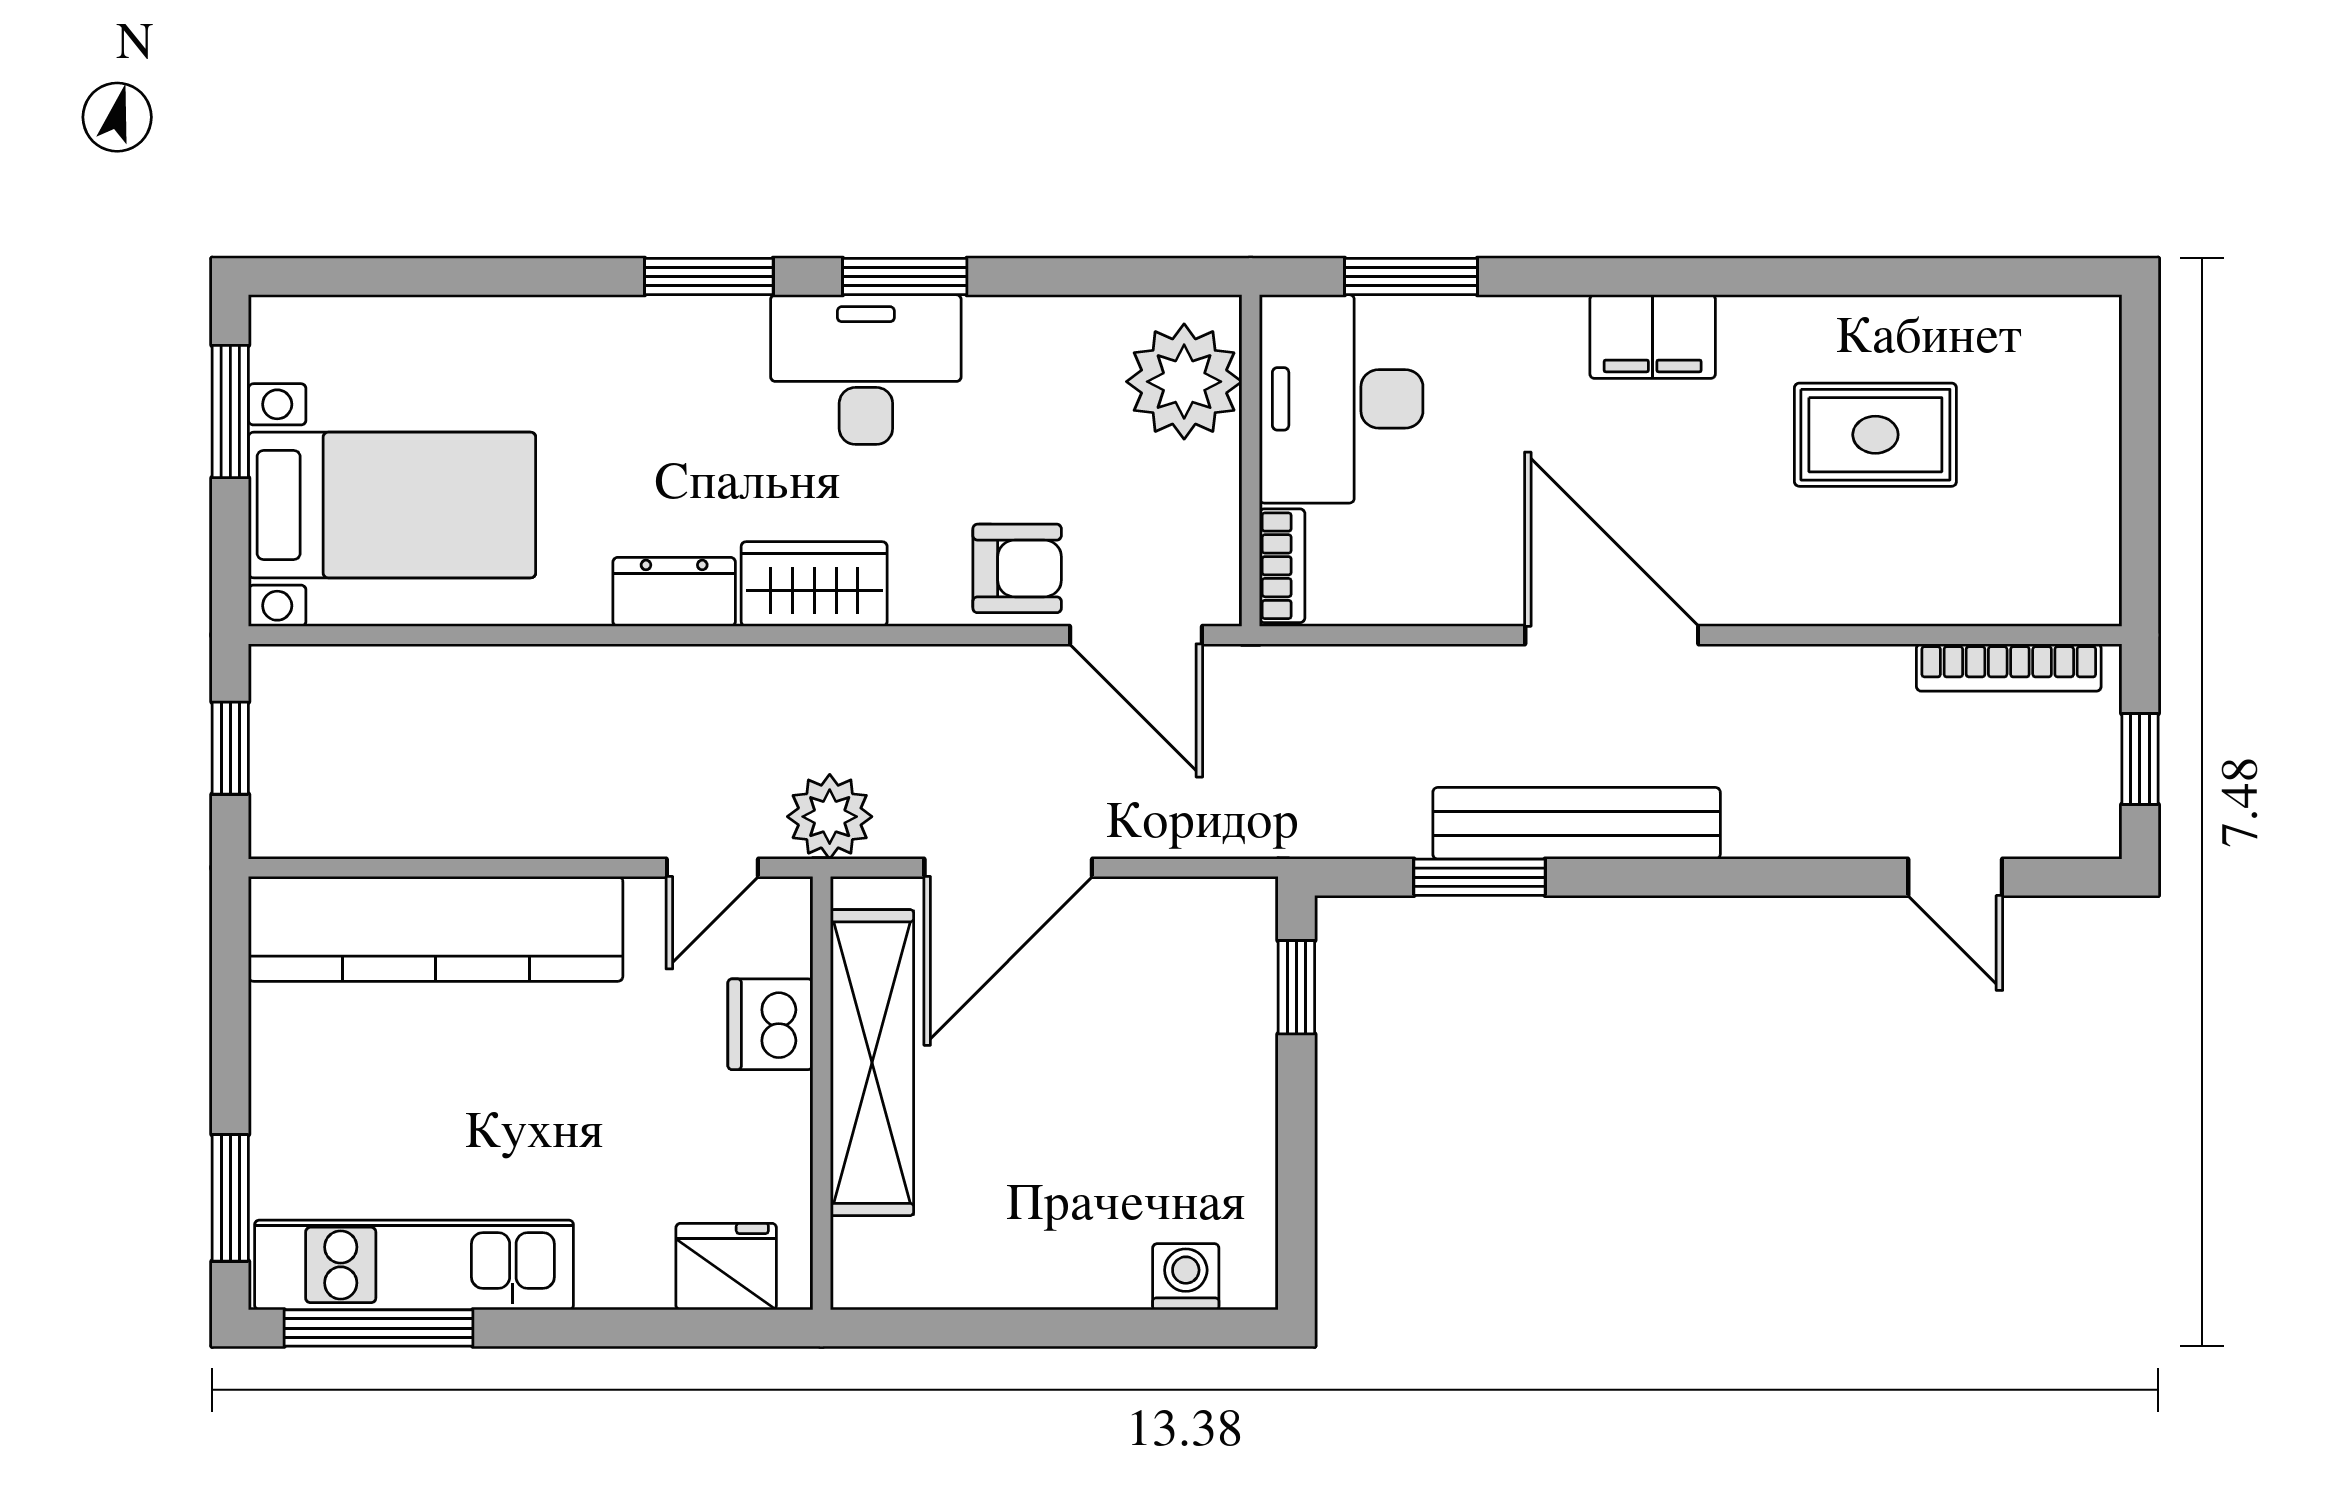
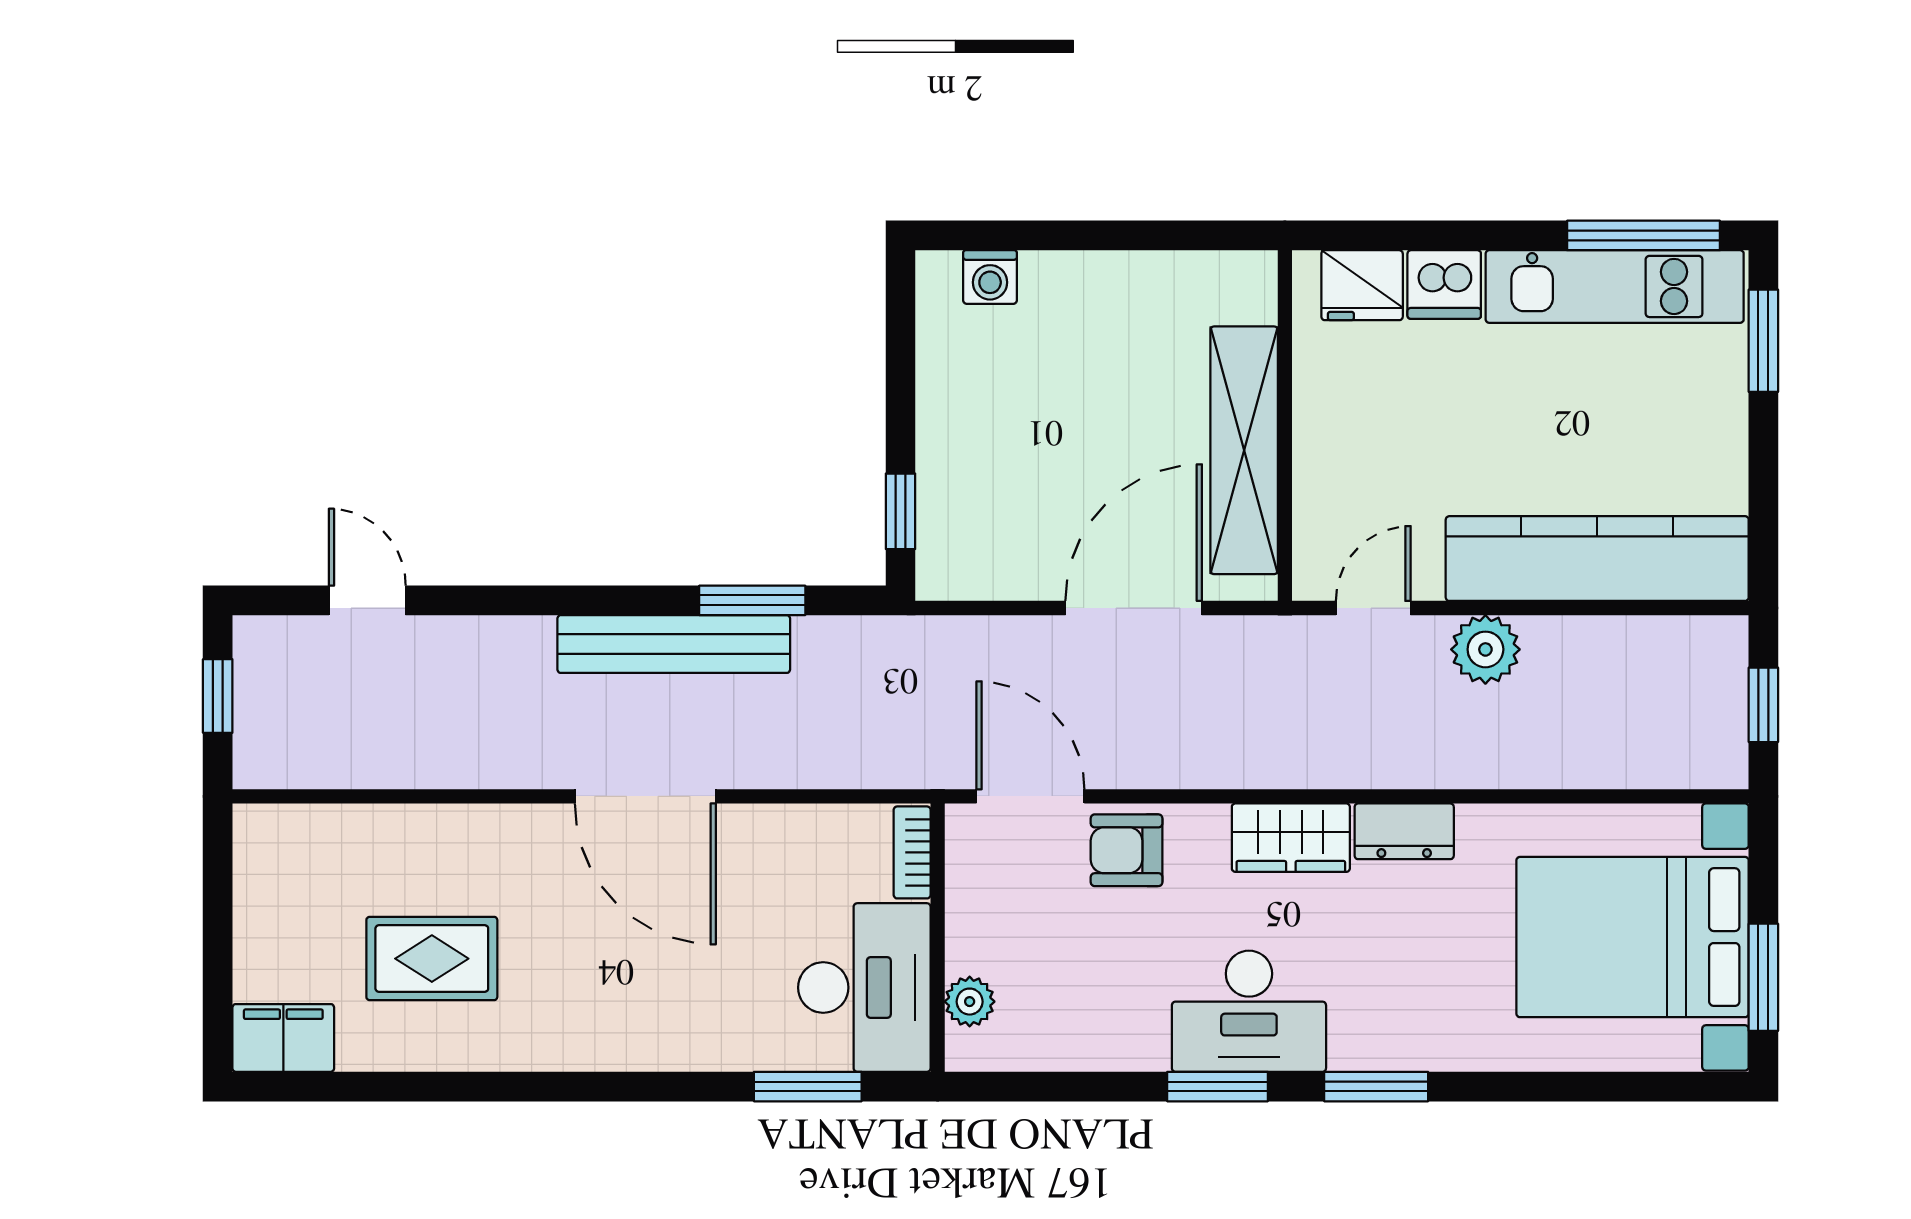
filing cabinet: (1653, 337) -> (283, 1038), moved
plant: (1184, 382) -> (970, 1002), width x0.53, depth x0.53
bed with nightstands: (392, 505) -> (1633, 937), width x1.36
bookcase: (2009, 667) -> (324, 770), removed
plant: (830, 817) -> (1485, 649), moved
dishwasher: (770, 1024) -> (1444, 285), moved, turned 90

